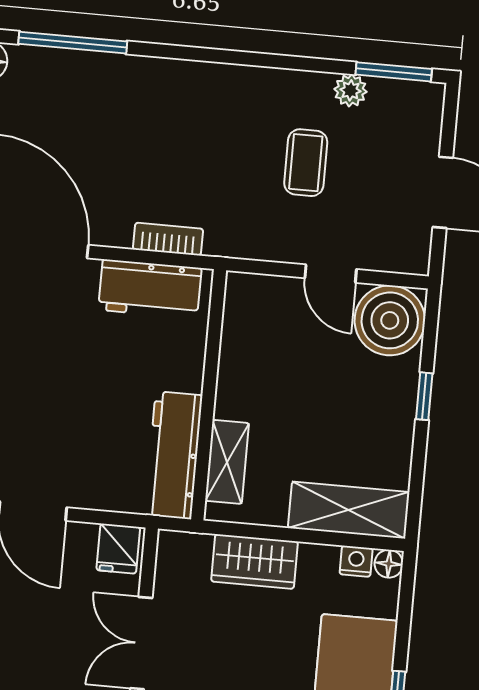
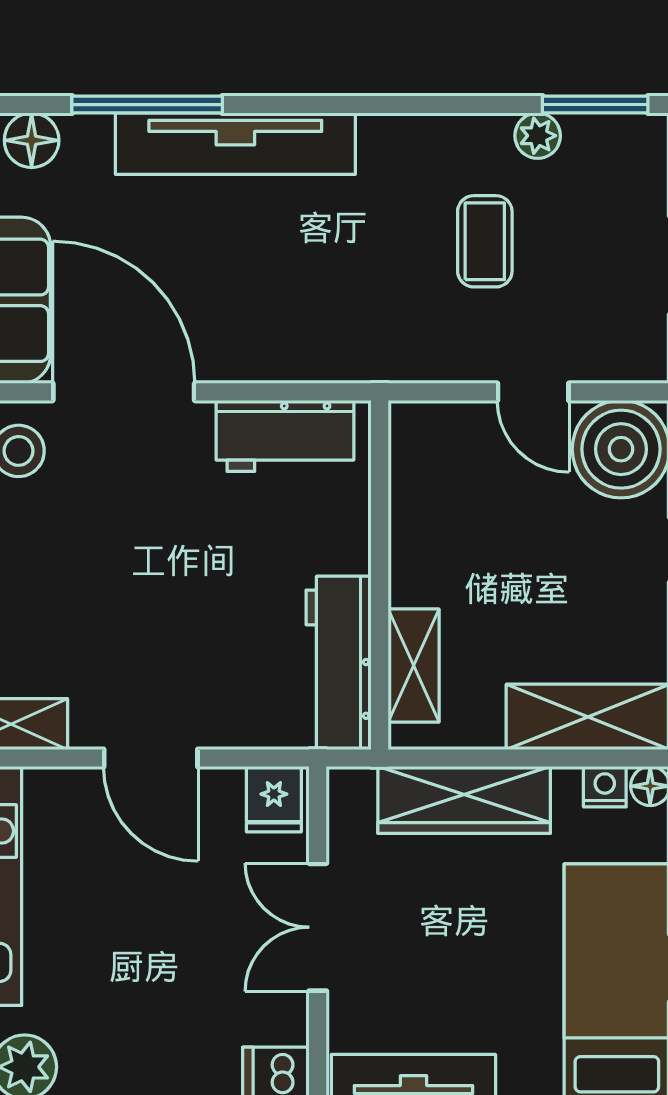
tv unit: (133, 76) -> (235, 144), added
bookcase: (168, 239) -> (304, 364), removed
wardrobe: (255, 561) -> (464, 800), width x1.50

